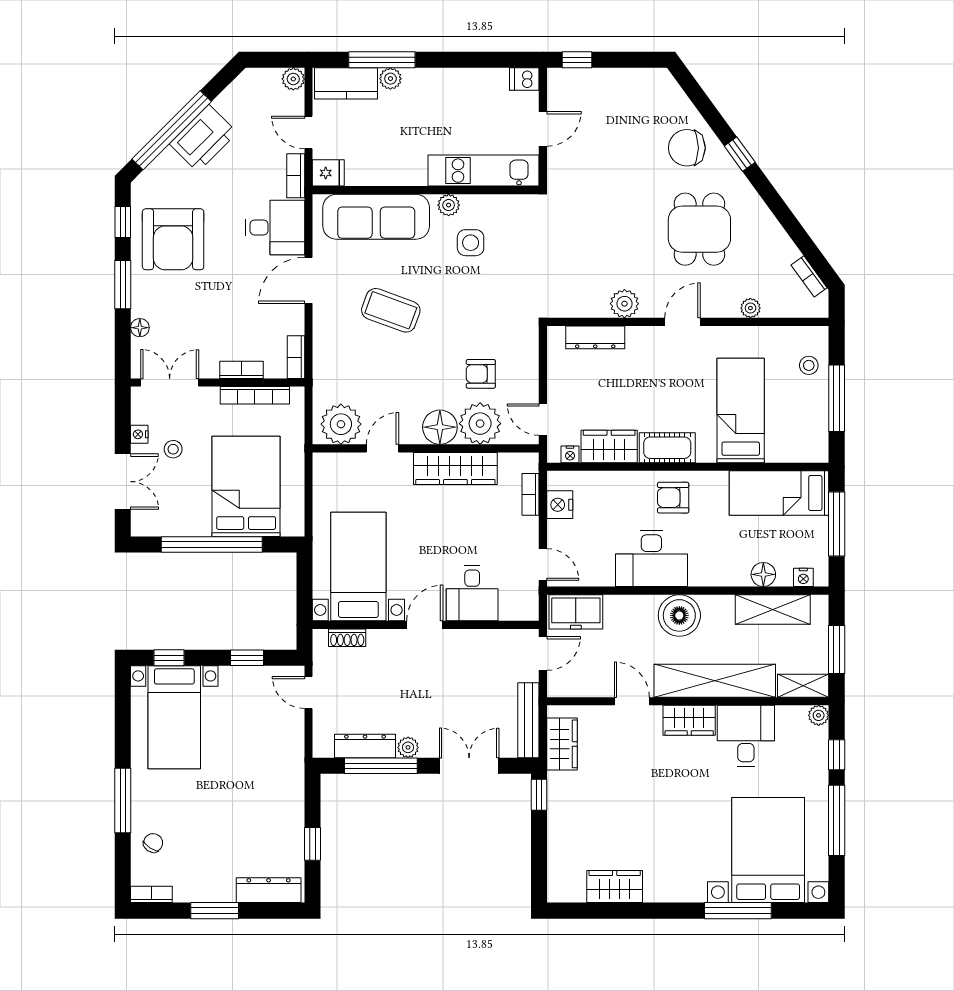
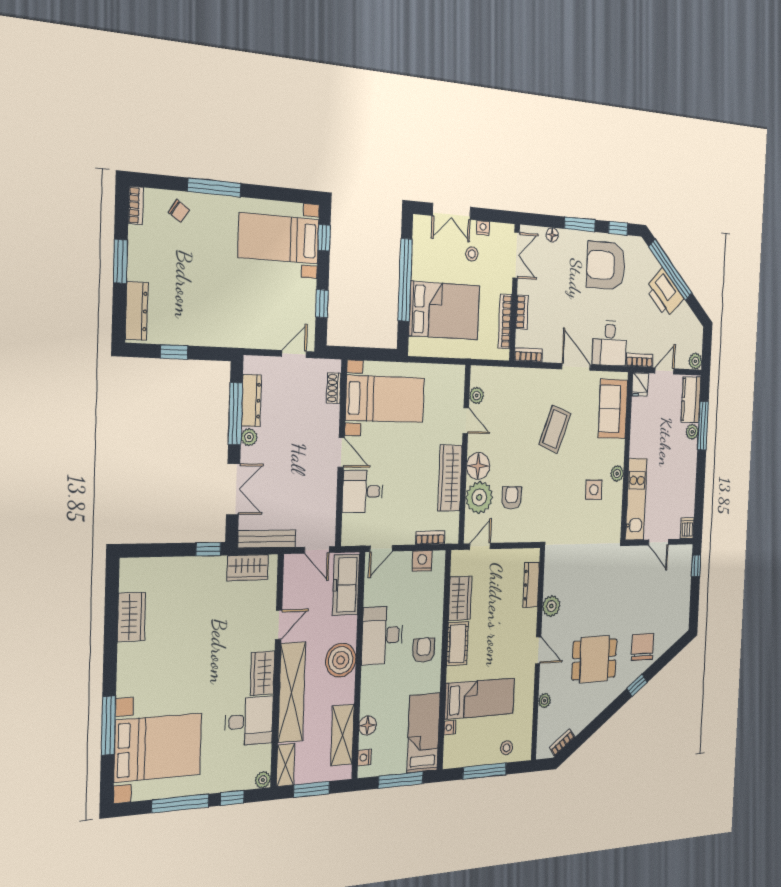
sofa: (376, 217) -> (613, 409), width x0.73
plant: (341, 424) -> (477, 395), width x0.53, depth x0.53
nightstand: (570, 454) -> (450, 728), moved
freezer: (576, 612) -> (346, 585), width x1.40

